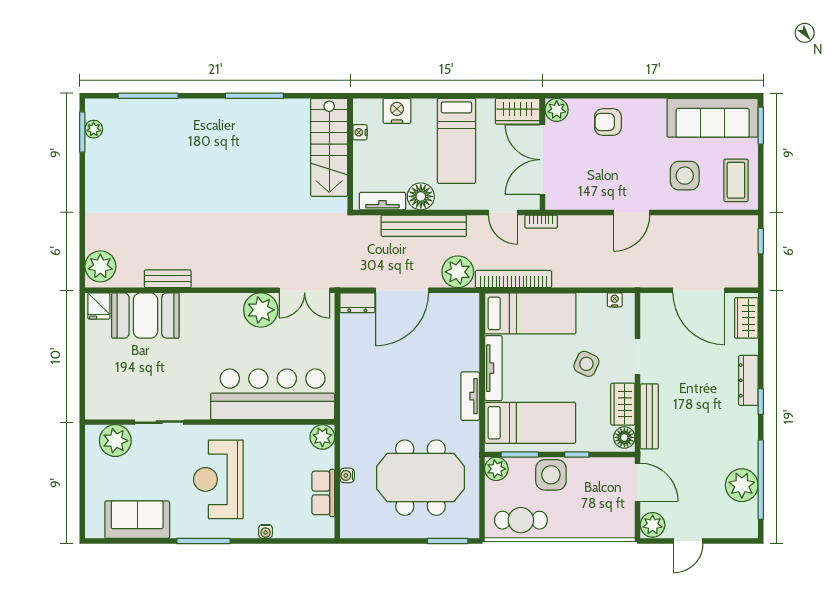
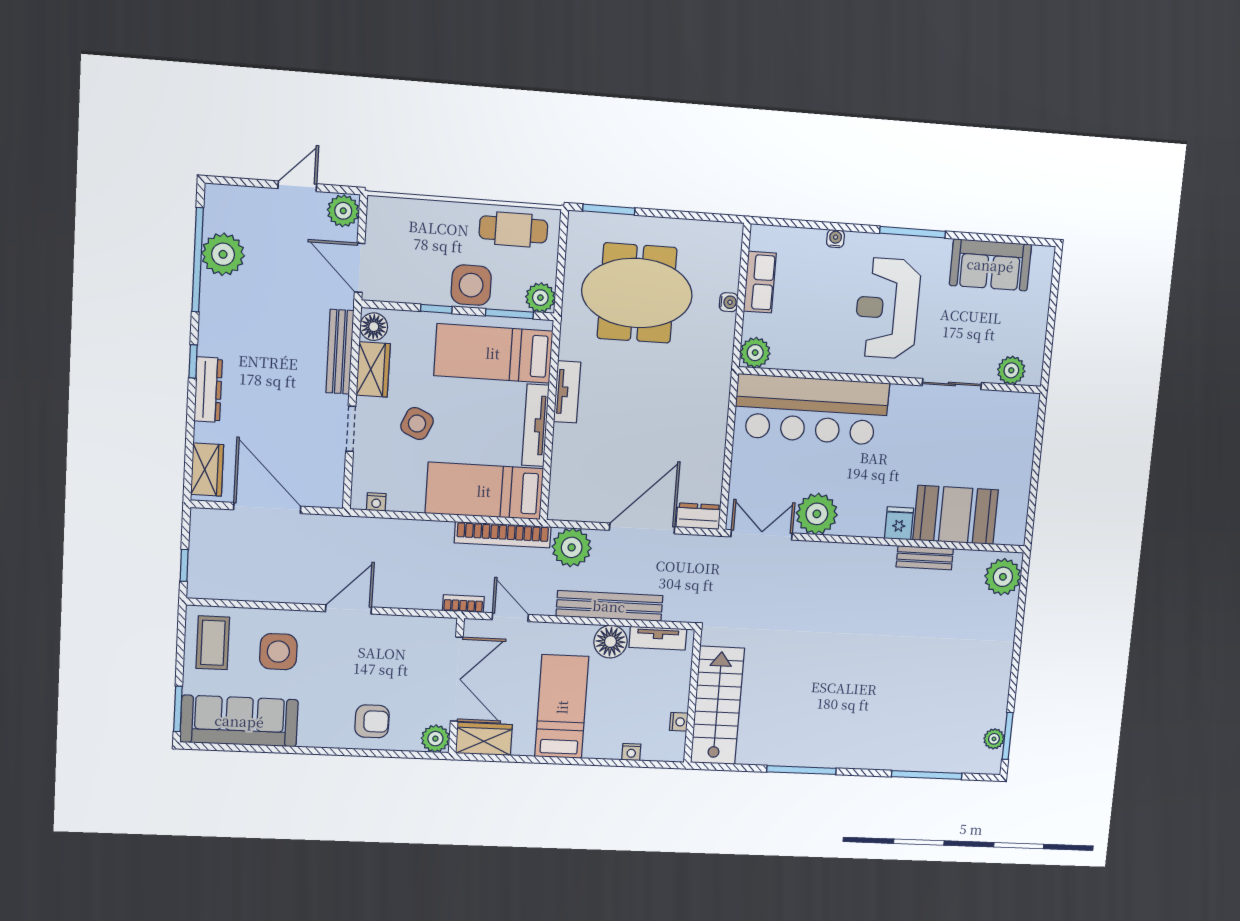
nightstand: (397, 111) -> (631, 752), width x0.53, depth x0.56
fridge: (99, 306) -> (899, 523), moved
plant: (115, 441) -> (1011, 370), width x0.73, depth x0.73
reception desk: (218, 479) -> (887, 308), turned 180

